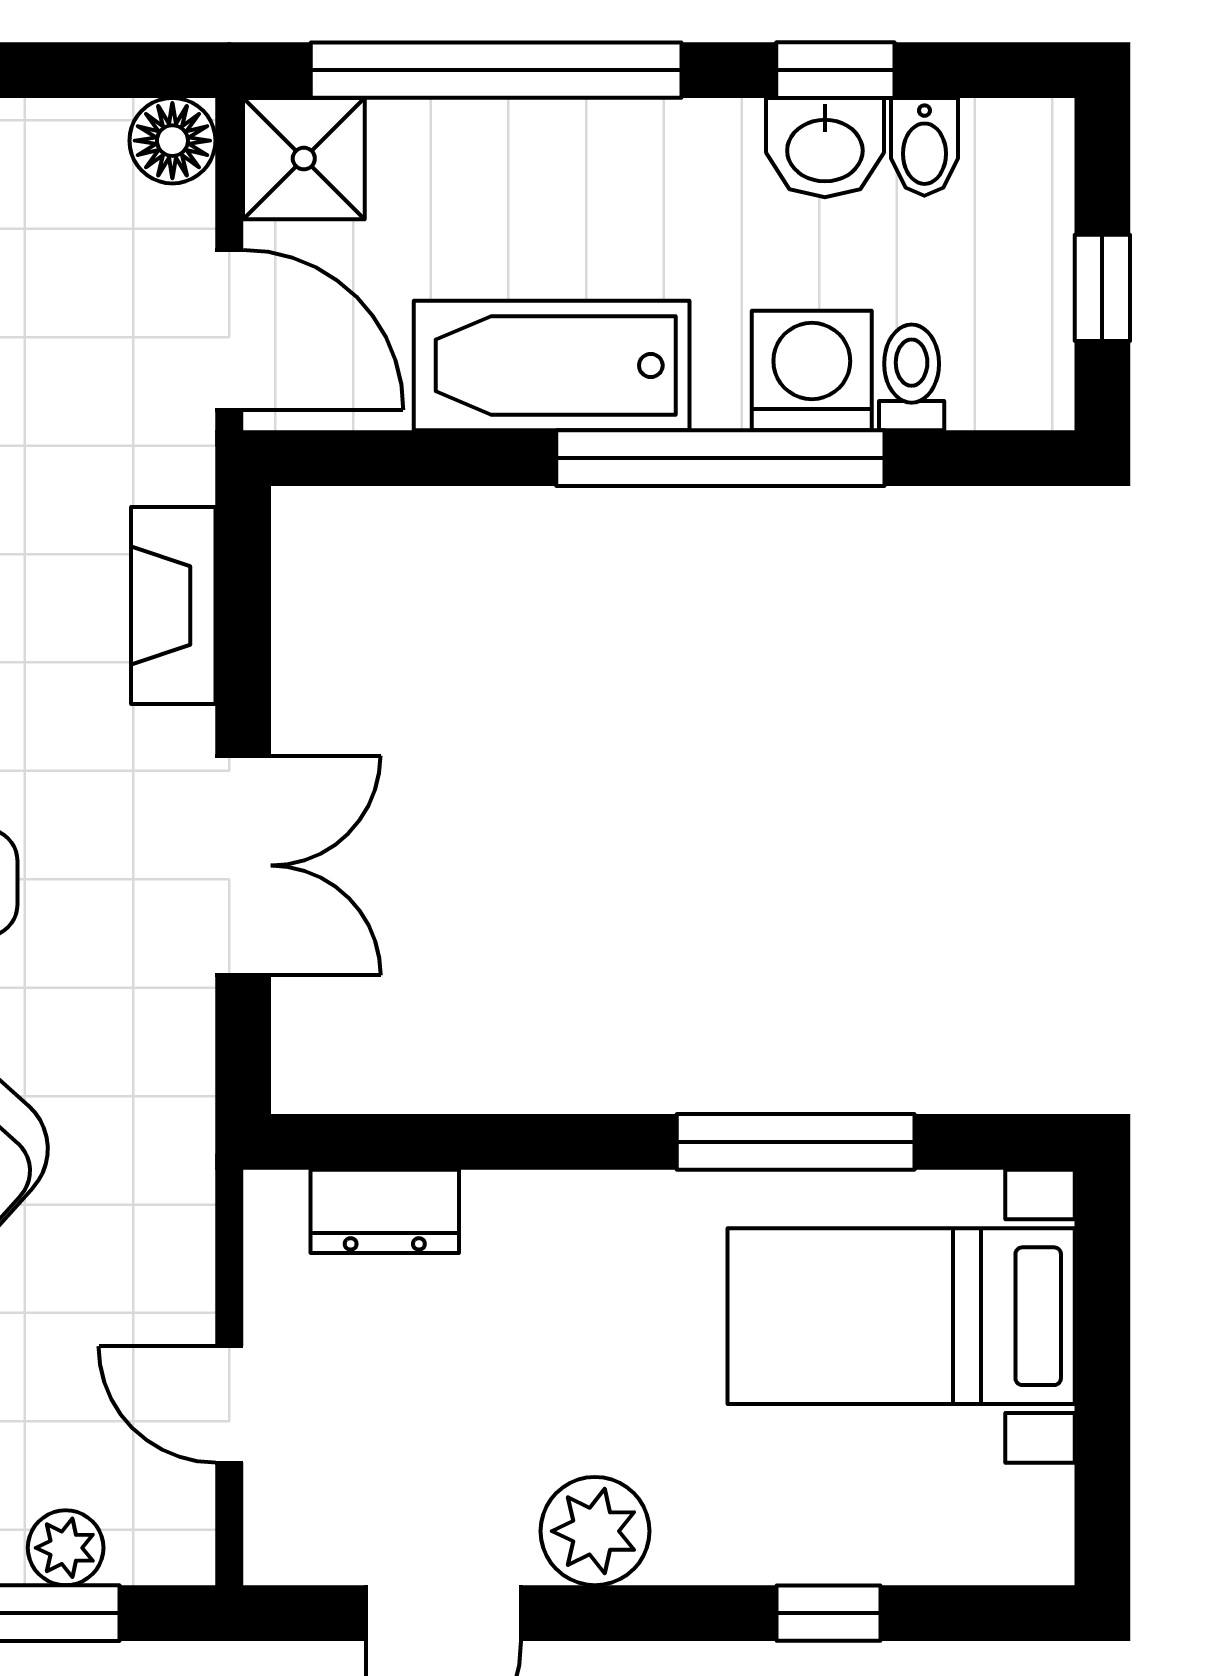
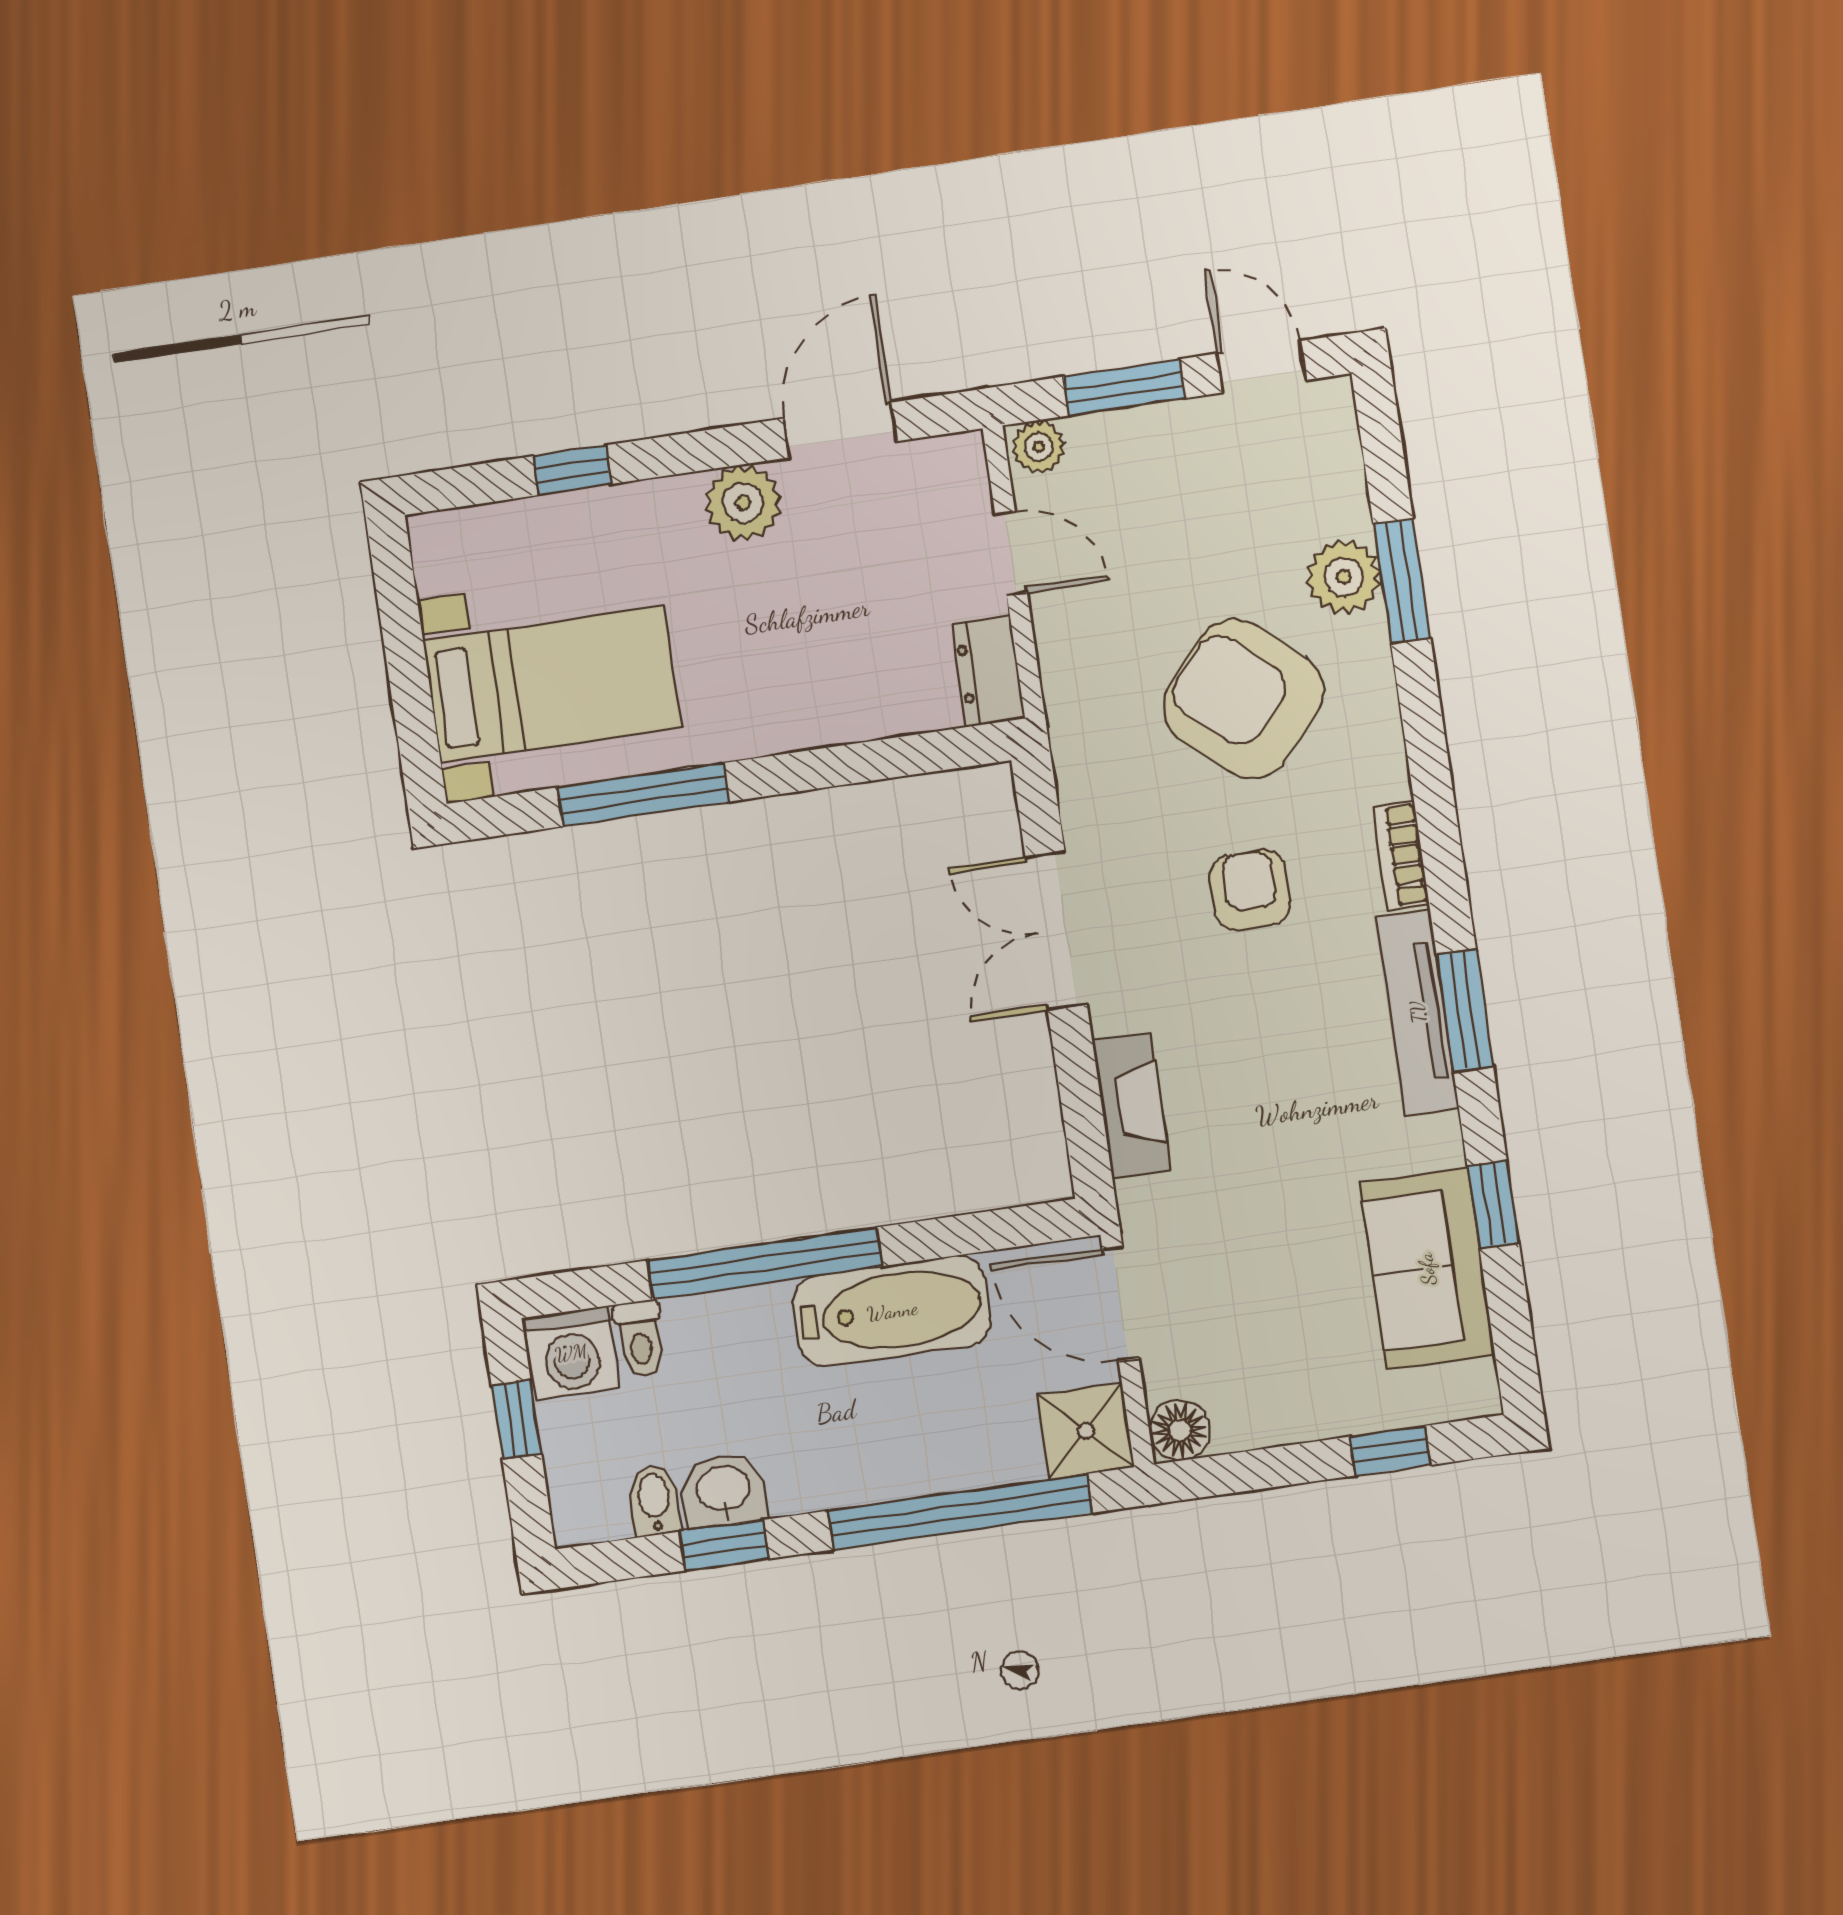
washing machine: (812, 371) -> (571, 1353), moved
dresser: (385, 1211) -> (988, 671), moved, turned -90
plant: (66, 1548) -> (1039, 447), moved

